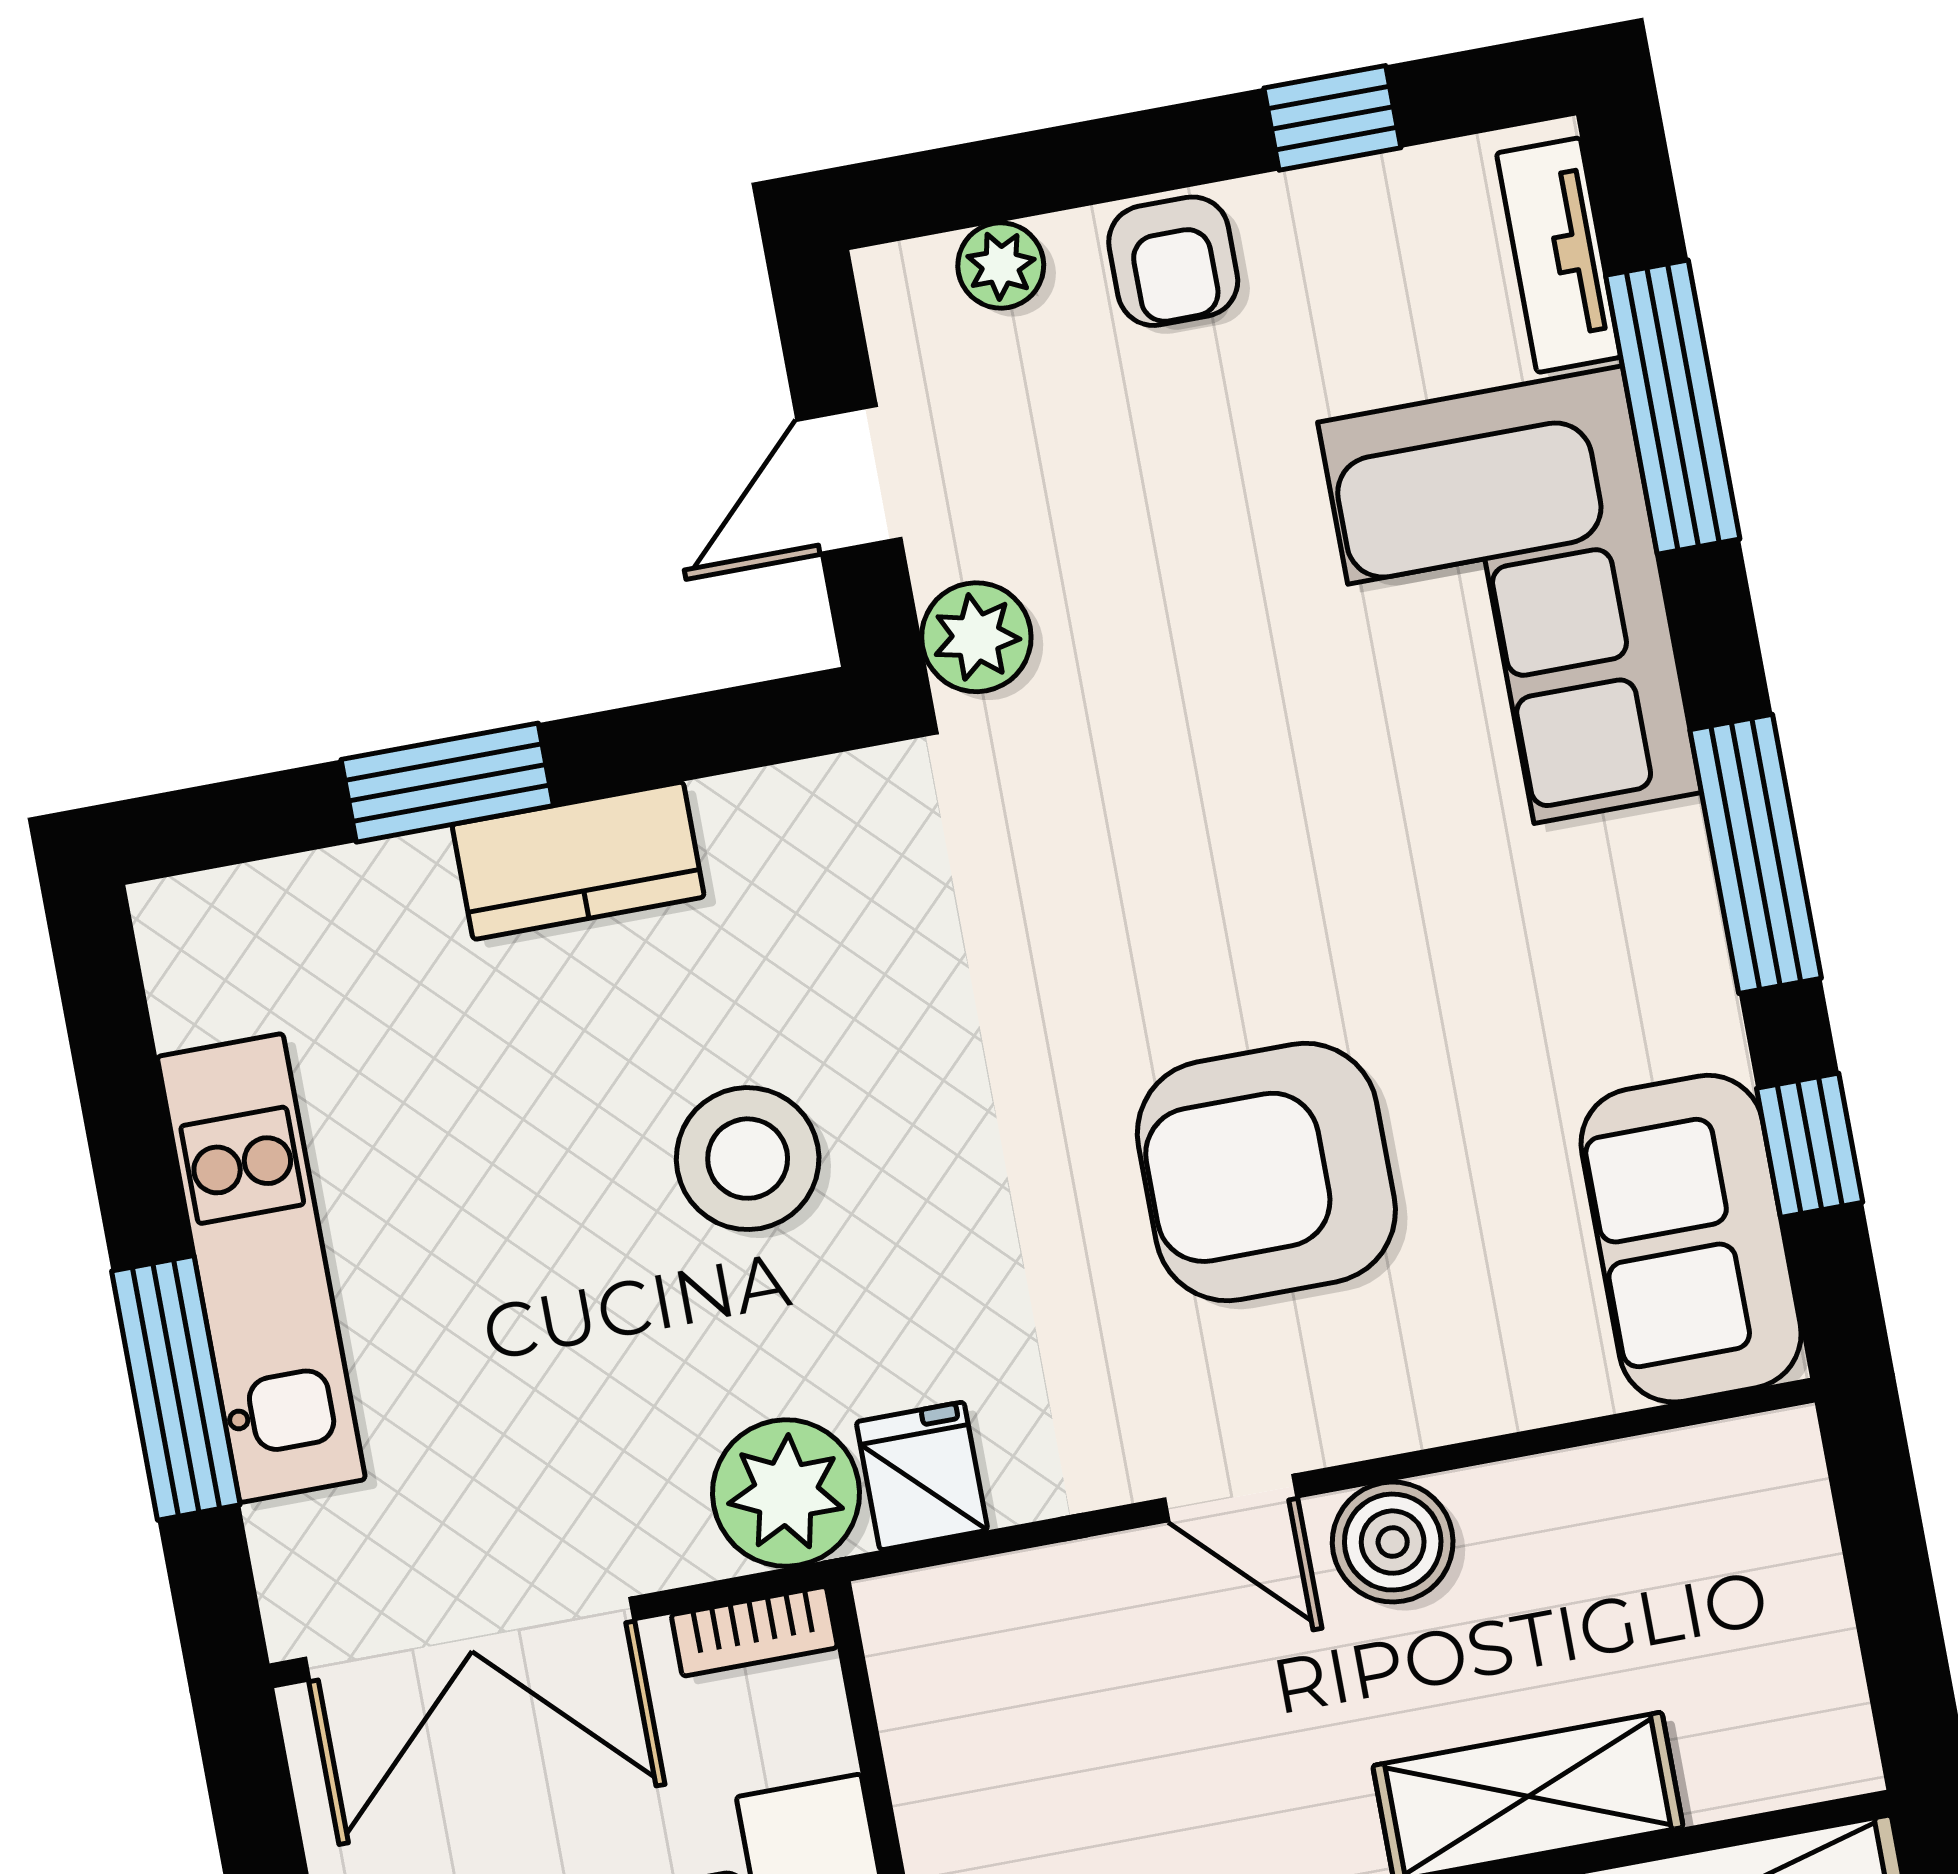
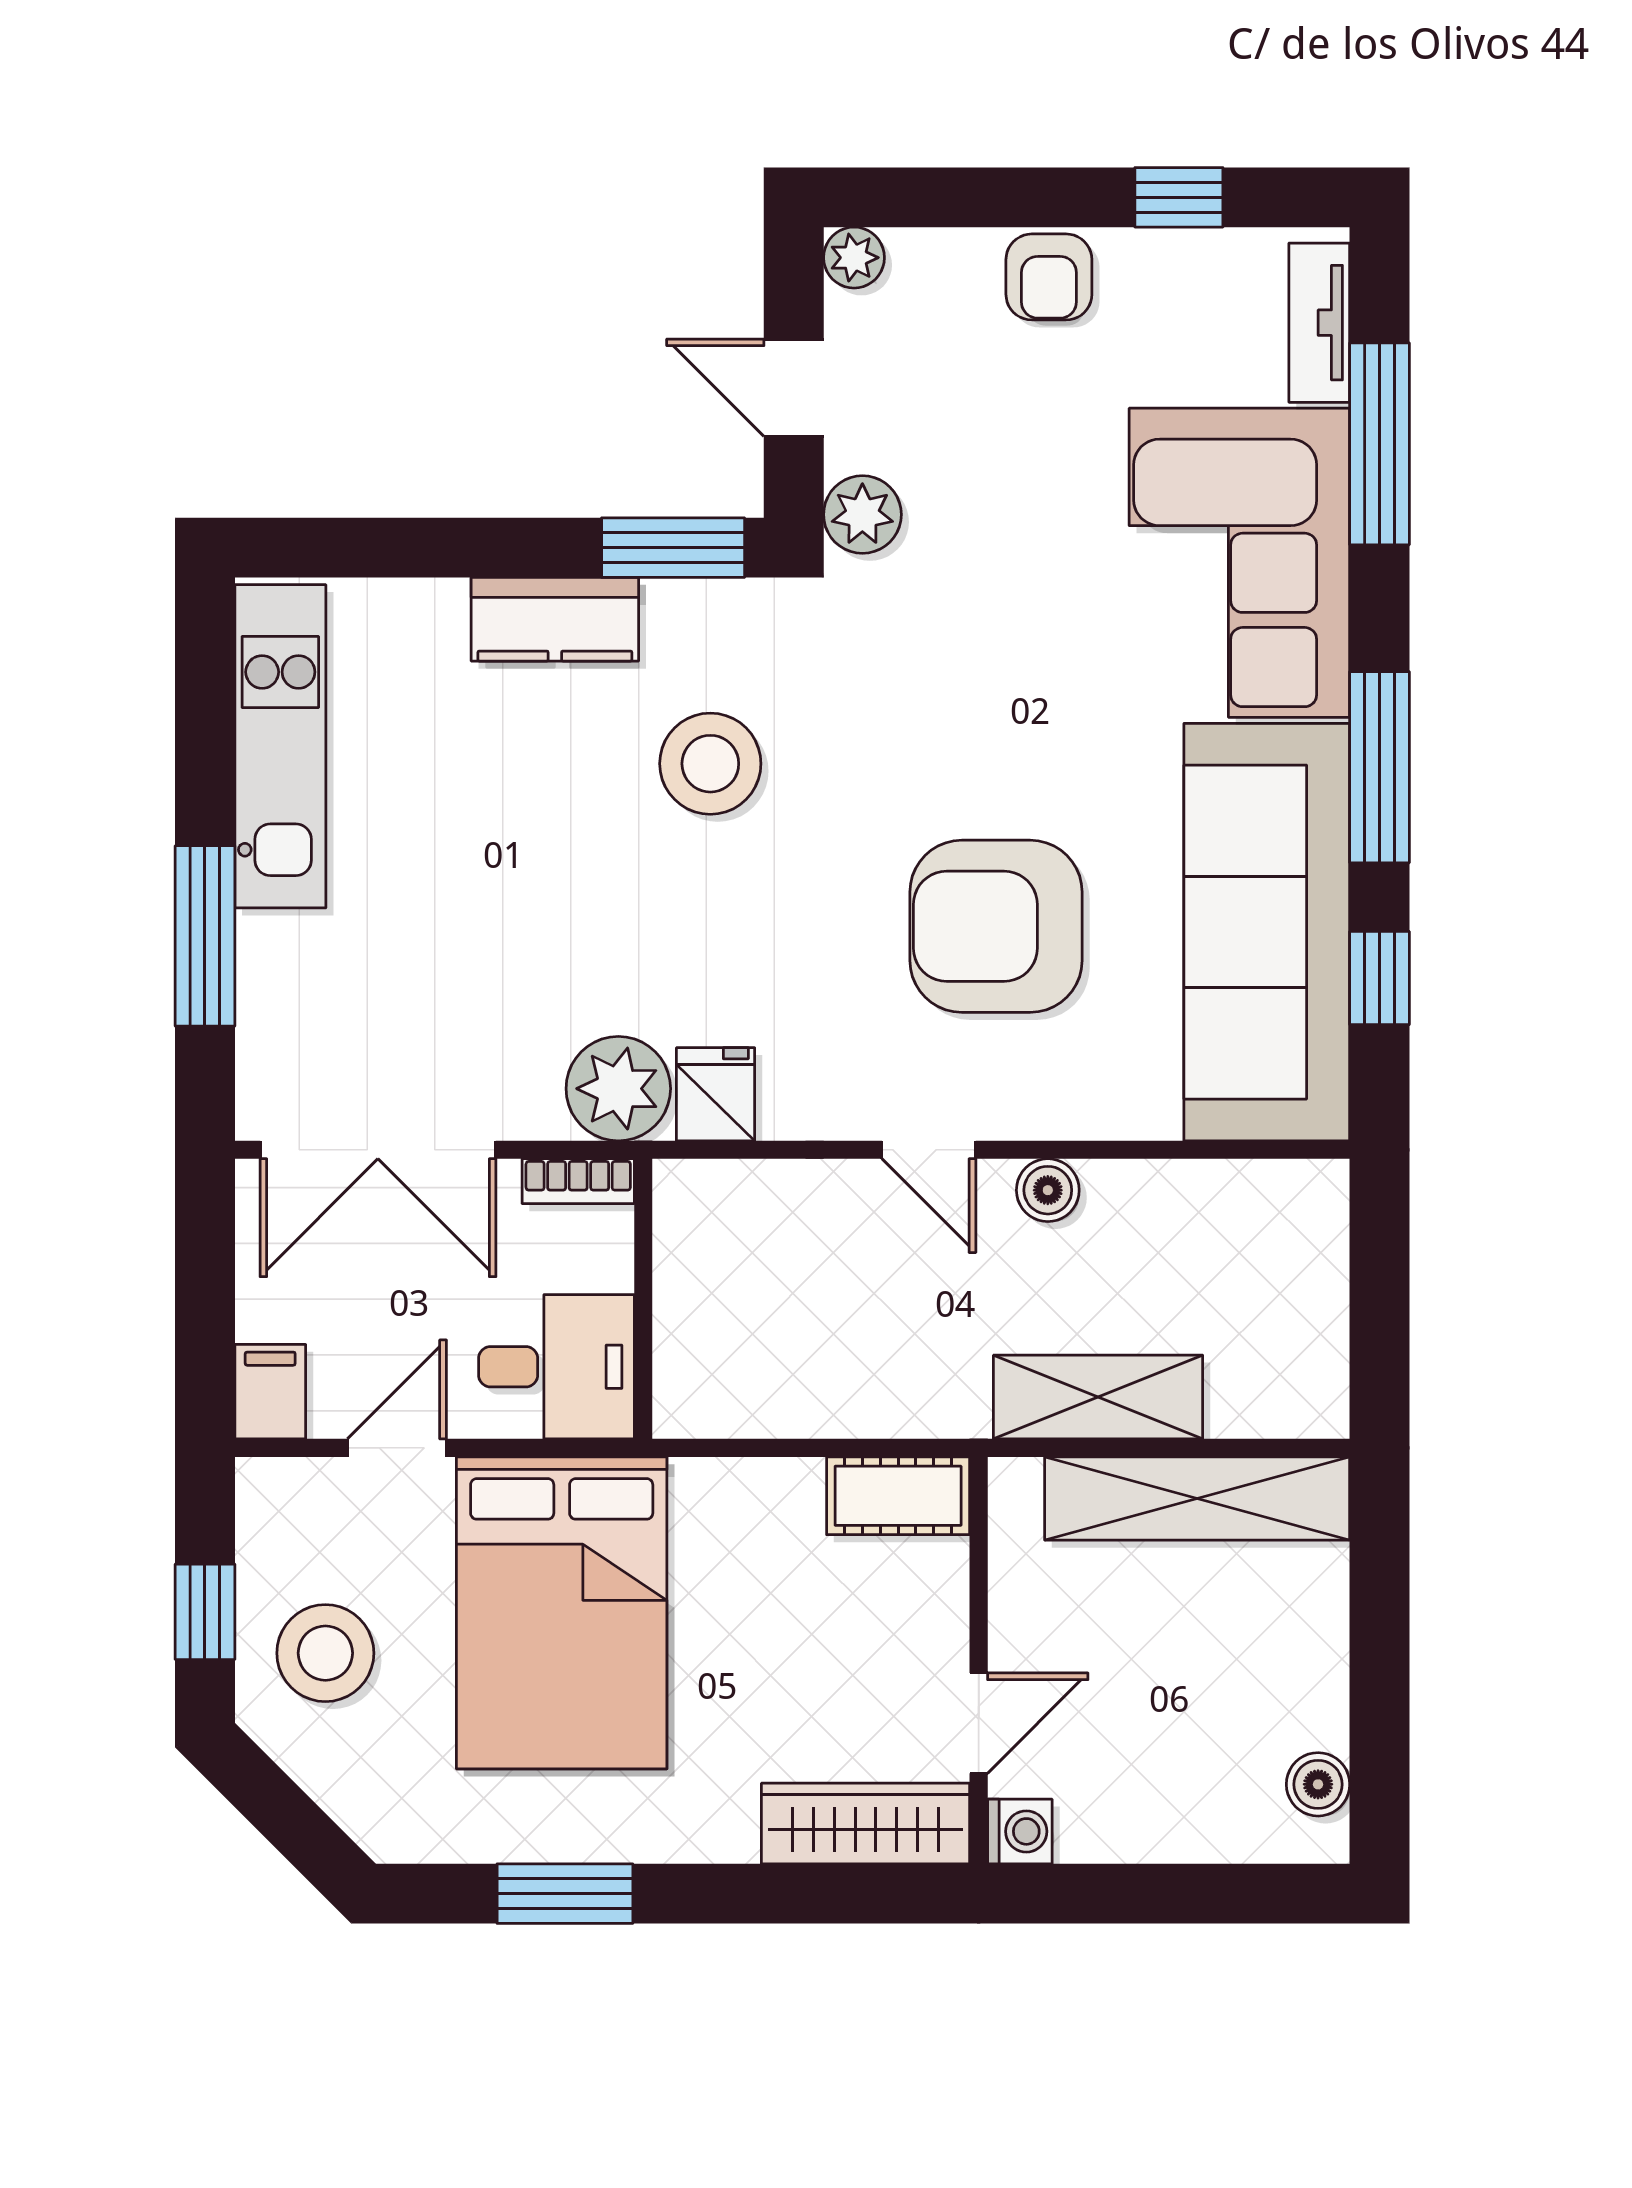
plant: (1001, 265) -> (854, 258), moved
door: (849, 480) -> (794, 388), hinge flipped
window: (447, 783) -> (673, 548), moved
stool: (748, 1159) -> (710, 764), moved
sofa: (1691, 1239) -> (1267, 932), width x1.85, depth x1.27
kitchen unit: (261, 1268) -> (280, 746), moved
boiler: (1393, 1542) -> (1048, 1190), width x0.73, depth x0.73

